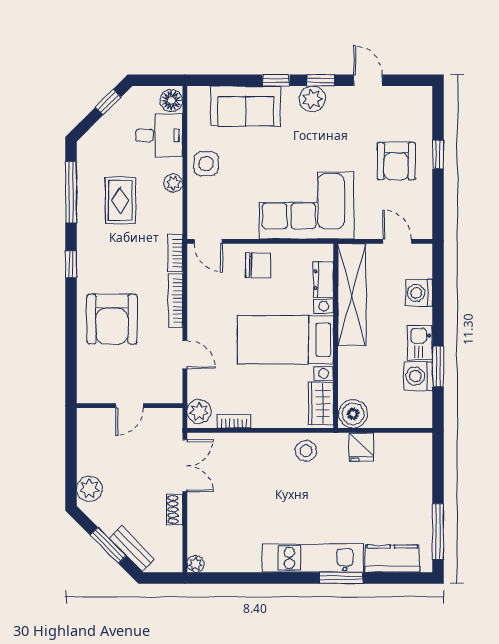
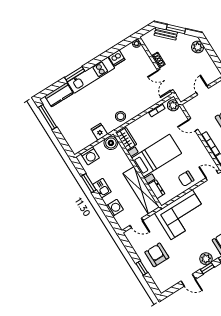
washing machine: (418, 376) -> (90, 156), moved, turned 90
dishwasher: (247, 560) -> (117, 58), added

